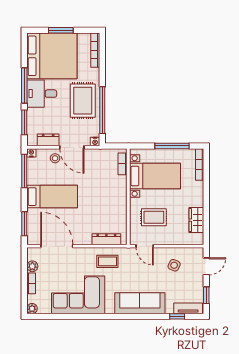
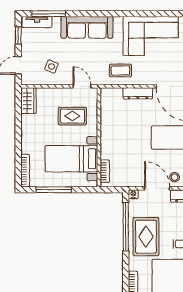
wardrobe: (196, 220) -> (28, 101), moved
dresser: (106, 239) -> (138, 93), moved
window: (177, 316) -> (48, 14), width x2.17

